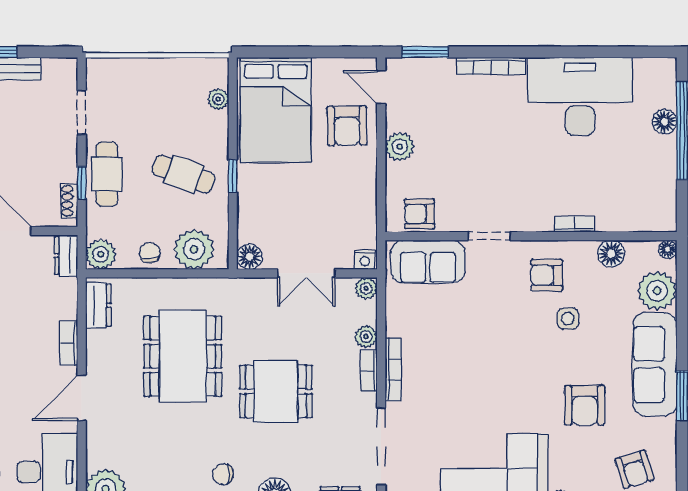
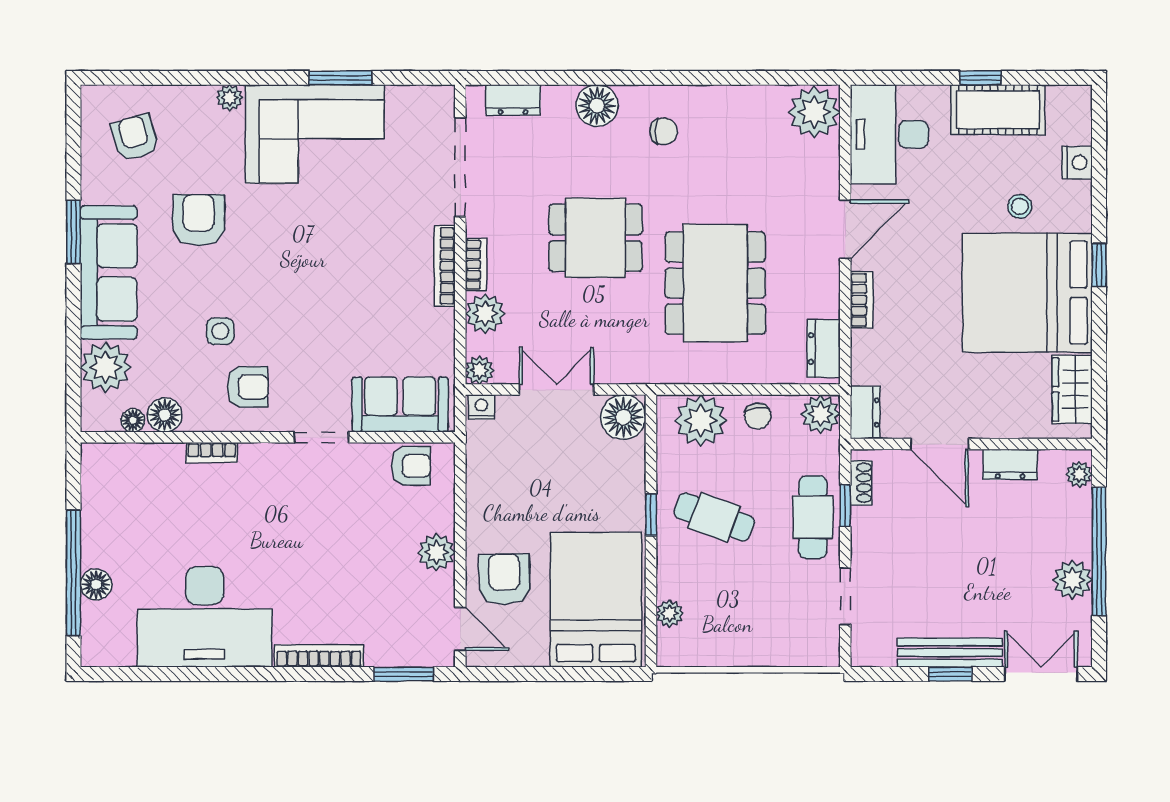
floor lamp: (668, 249) -> (133, 420), moved
floor lamp: (249, 257) -> (623, 417), width x1.38, depth x1.38
plant: (366, 337) -> (485, 314), width x1.38, depth x1.38

